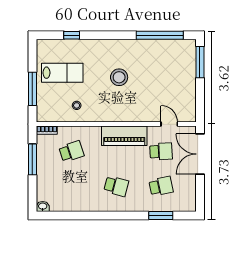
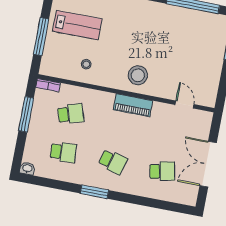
stool: (119, 77) -> (138, 75), moved
piano: (124, 136) -> (133, 105), width x0.73, depth x0.75
school desk: (161, 151) -> (63, 152), moved
double door: (200, 154) -> (208, 164), moved
window: (161, 215) -> (94, 192), moved

